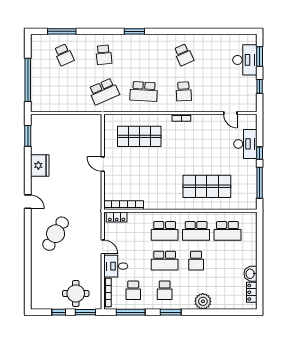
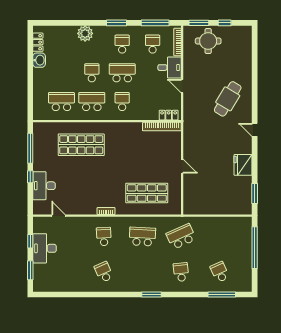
desk: (245, 60) -> (45, 248), moved
school desk: (165, 231) -> (122, 102), width x0.54

